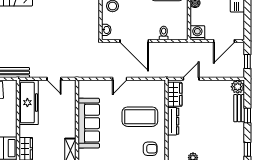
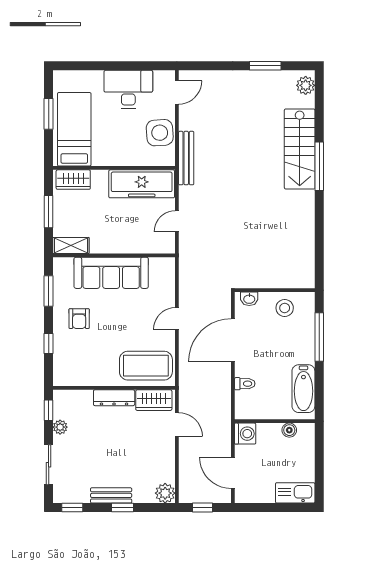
door: (120, 79) -> (177, 319), hinge flipped
bench: (239, 108) -> (111, 495), moved
coffee table: (140, 117) -> (146, 366), moved, turned 90
armchair: (150, 149) -> (79, 319), moved

